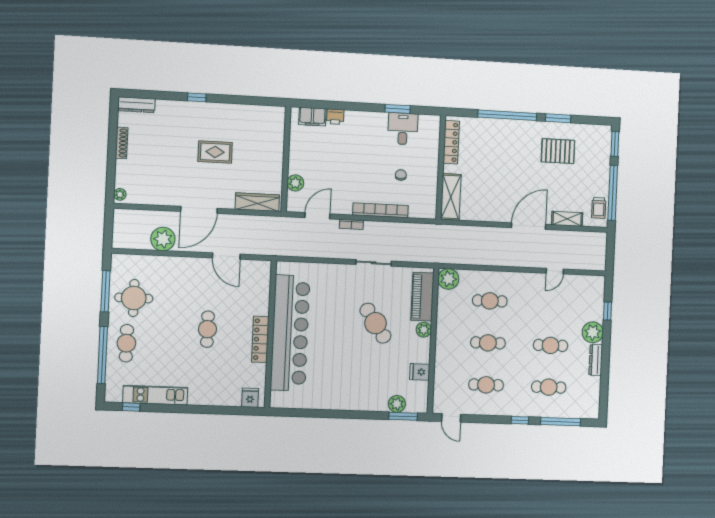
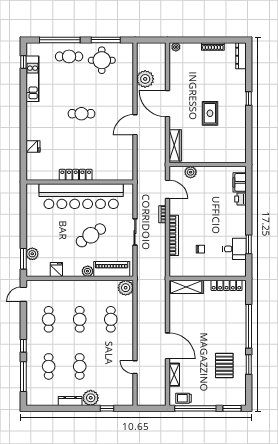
bar counter: (290, 333) -> (81, 196), moved
wall: (270, 334) -> (80, 182), moved
locker: (260, 339) -> (76, 175), moved

